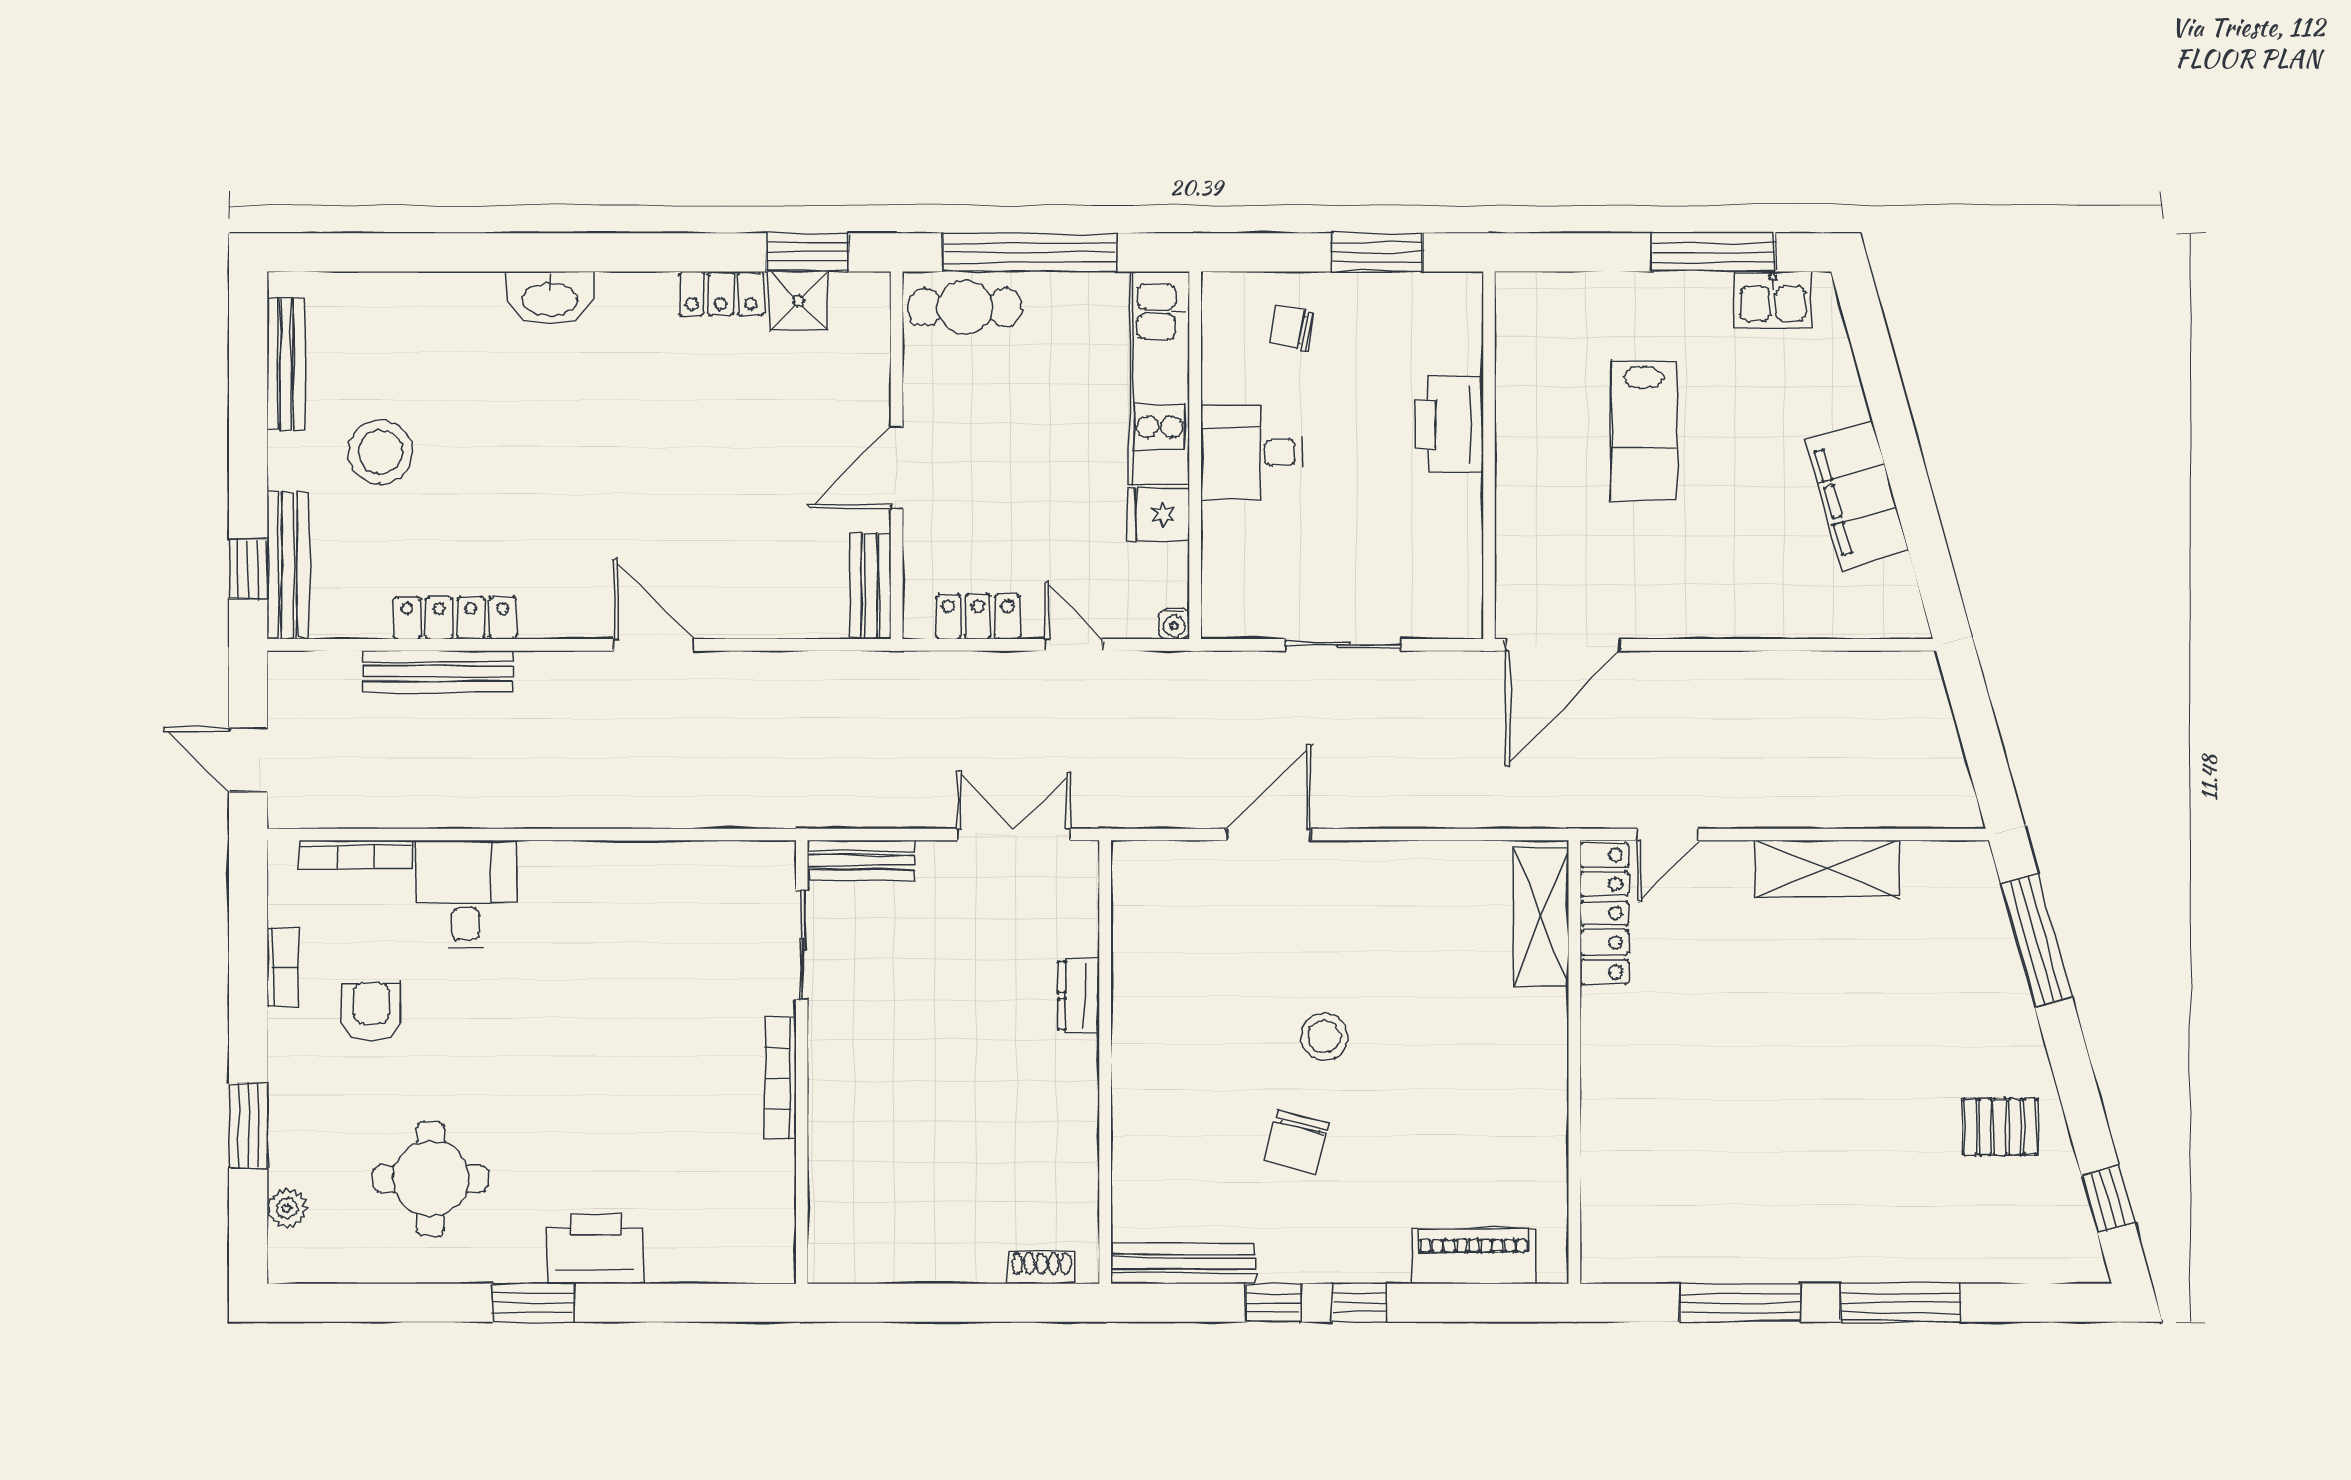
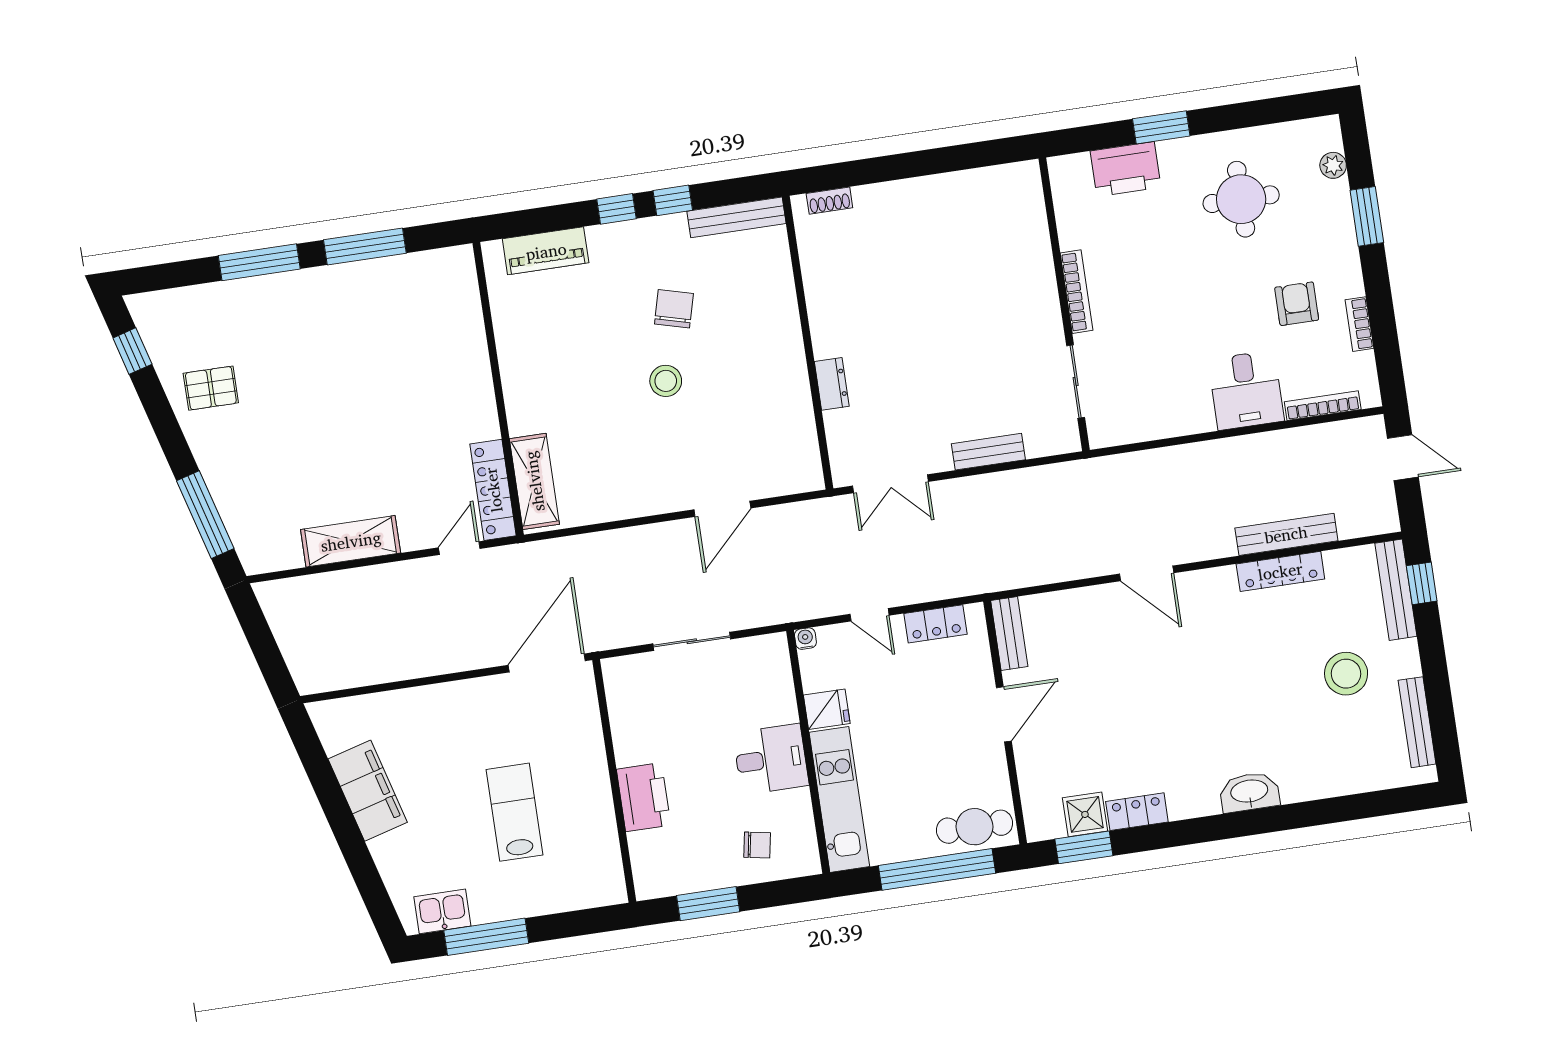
sliding door: (802, 945) -> (1076, 382), moved
armchair: (372, 1011) -> (1297, 304), turned 180
wall: (802, 1062) -> (1064, 304), moved
bookcase: (780, 1078) -> (1077, 292), moved

